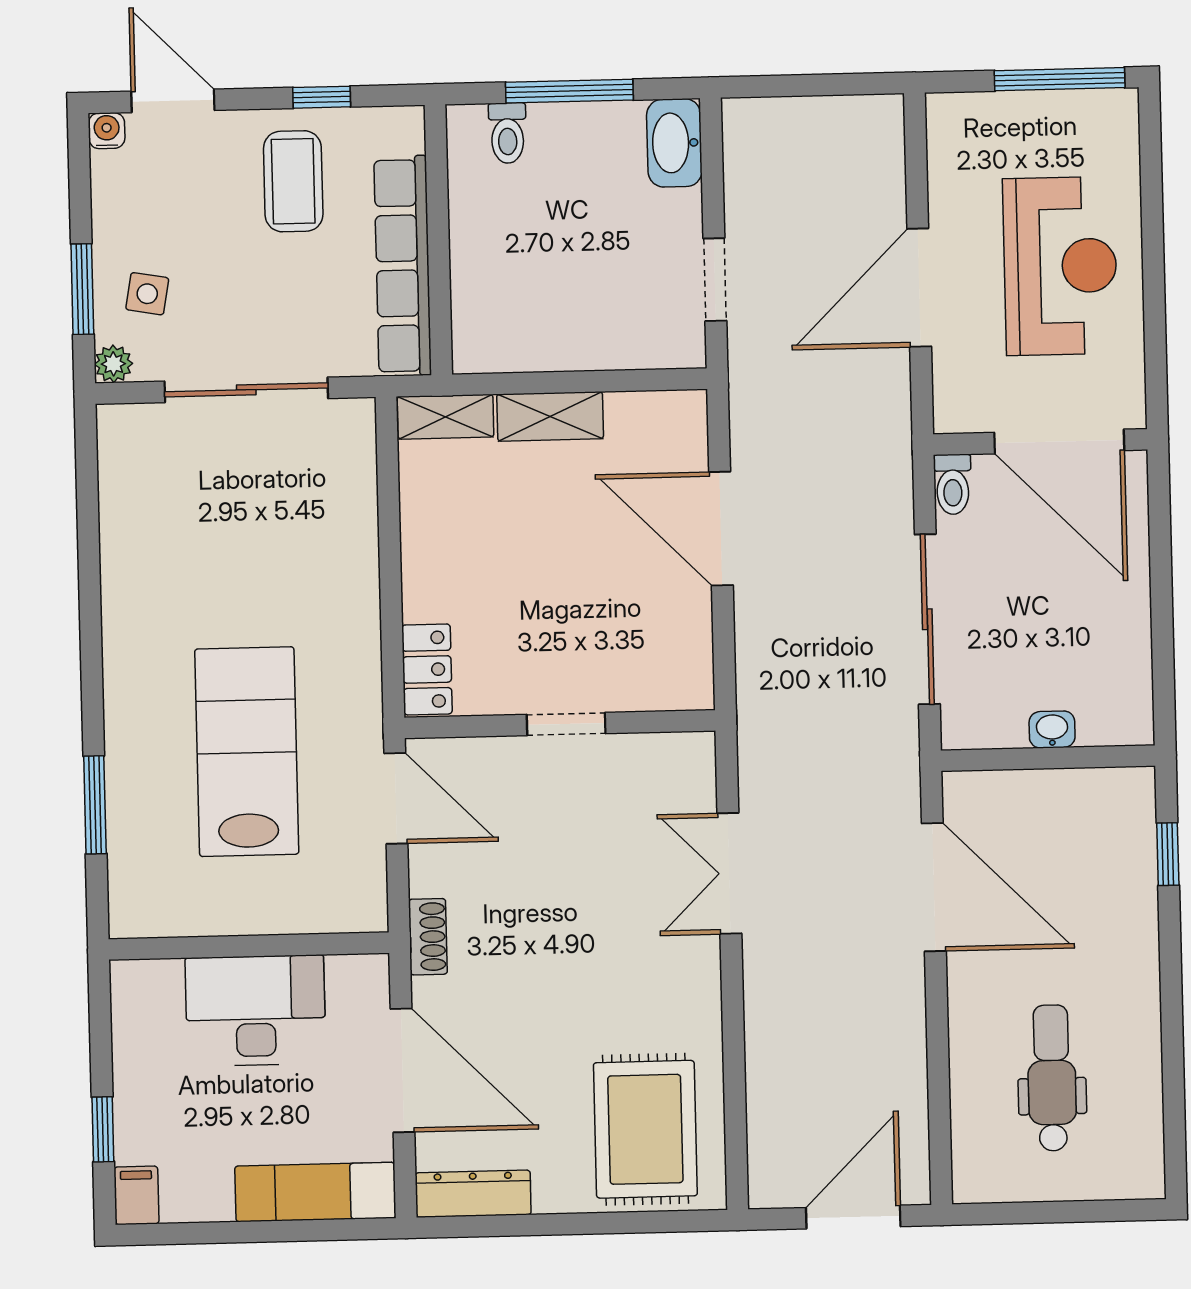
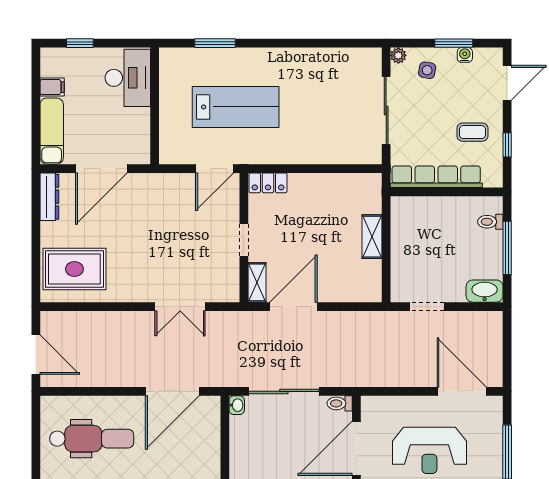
water cooler: (107, 131) -> (465, 55), moved, turned -90
coffee table: (293, 181) -> (472, 132), width x0.73, depth x0.77
door: (919, 288) -> (462, 391), moved
window: (82, 289) -> (454, 43), moved
shelving: (445, 417) -> (257, 282), moved
door: (721, 529) -> (293, 307), moved
washbasin: (1052, 729) -> (237, 405), moved
double door: (729, 873) -> (180, 307), swing flipped
shoe rack: (428, 937) -> (157, 180), removed
desk: (256, 1011) -> (128, 78), moved
dental chair: (1052, 1078) -> (92, 439), width x1.36, depth x1.38
filing cabinet: (136, 1195) -> (52, 87), moved

